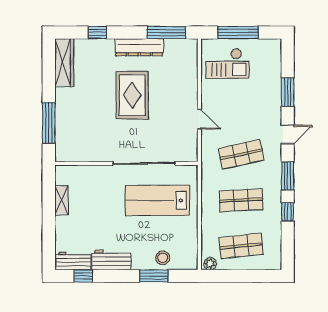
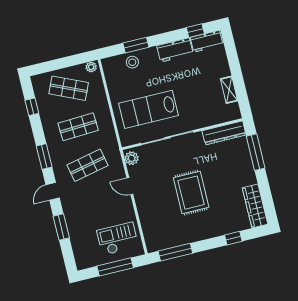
dresser: (139, 47) -> (224, 133), moved, turned 180
plant: (190, 150) -> (132, 158), added
lab bench: (157, 200) -> (149, 109), turned 180
window: (288, 212) -> (32, 107), moved
shop shelf: (241, 246) -> (69, 88), turned 30

